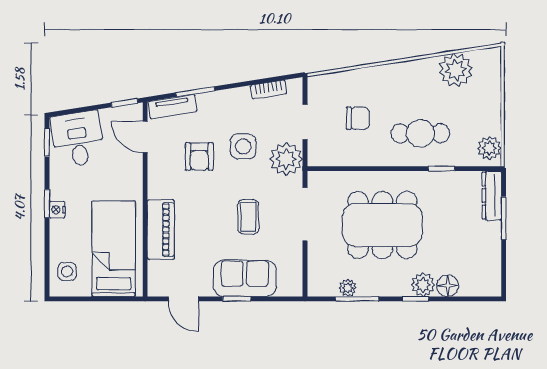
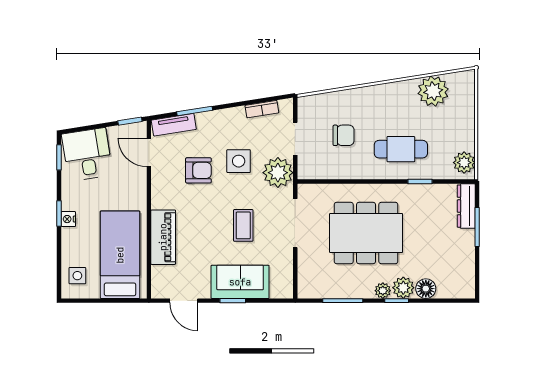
armchair: (199, 157) -> (198, 170), turned -90
plant: (348, 288) -> (383, 291), moved

